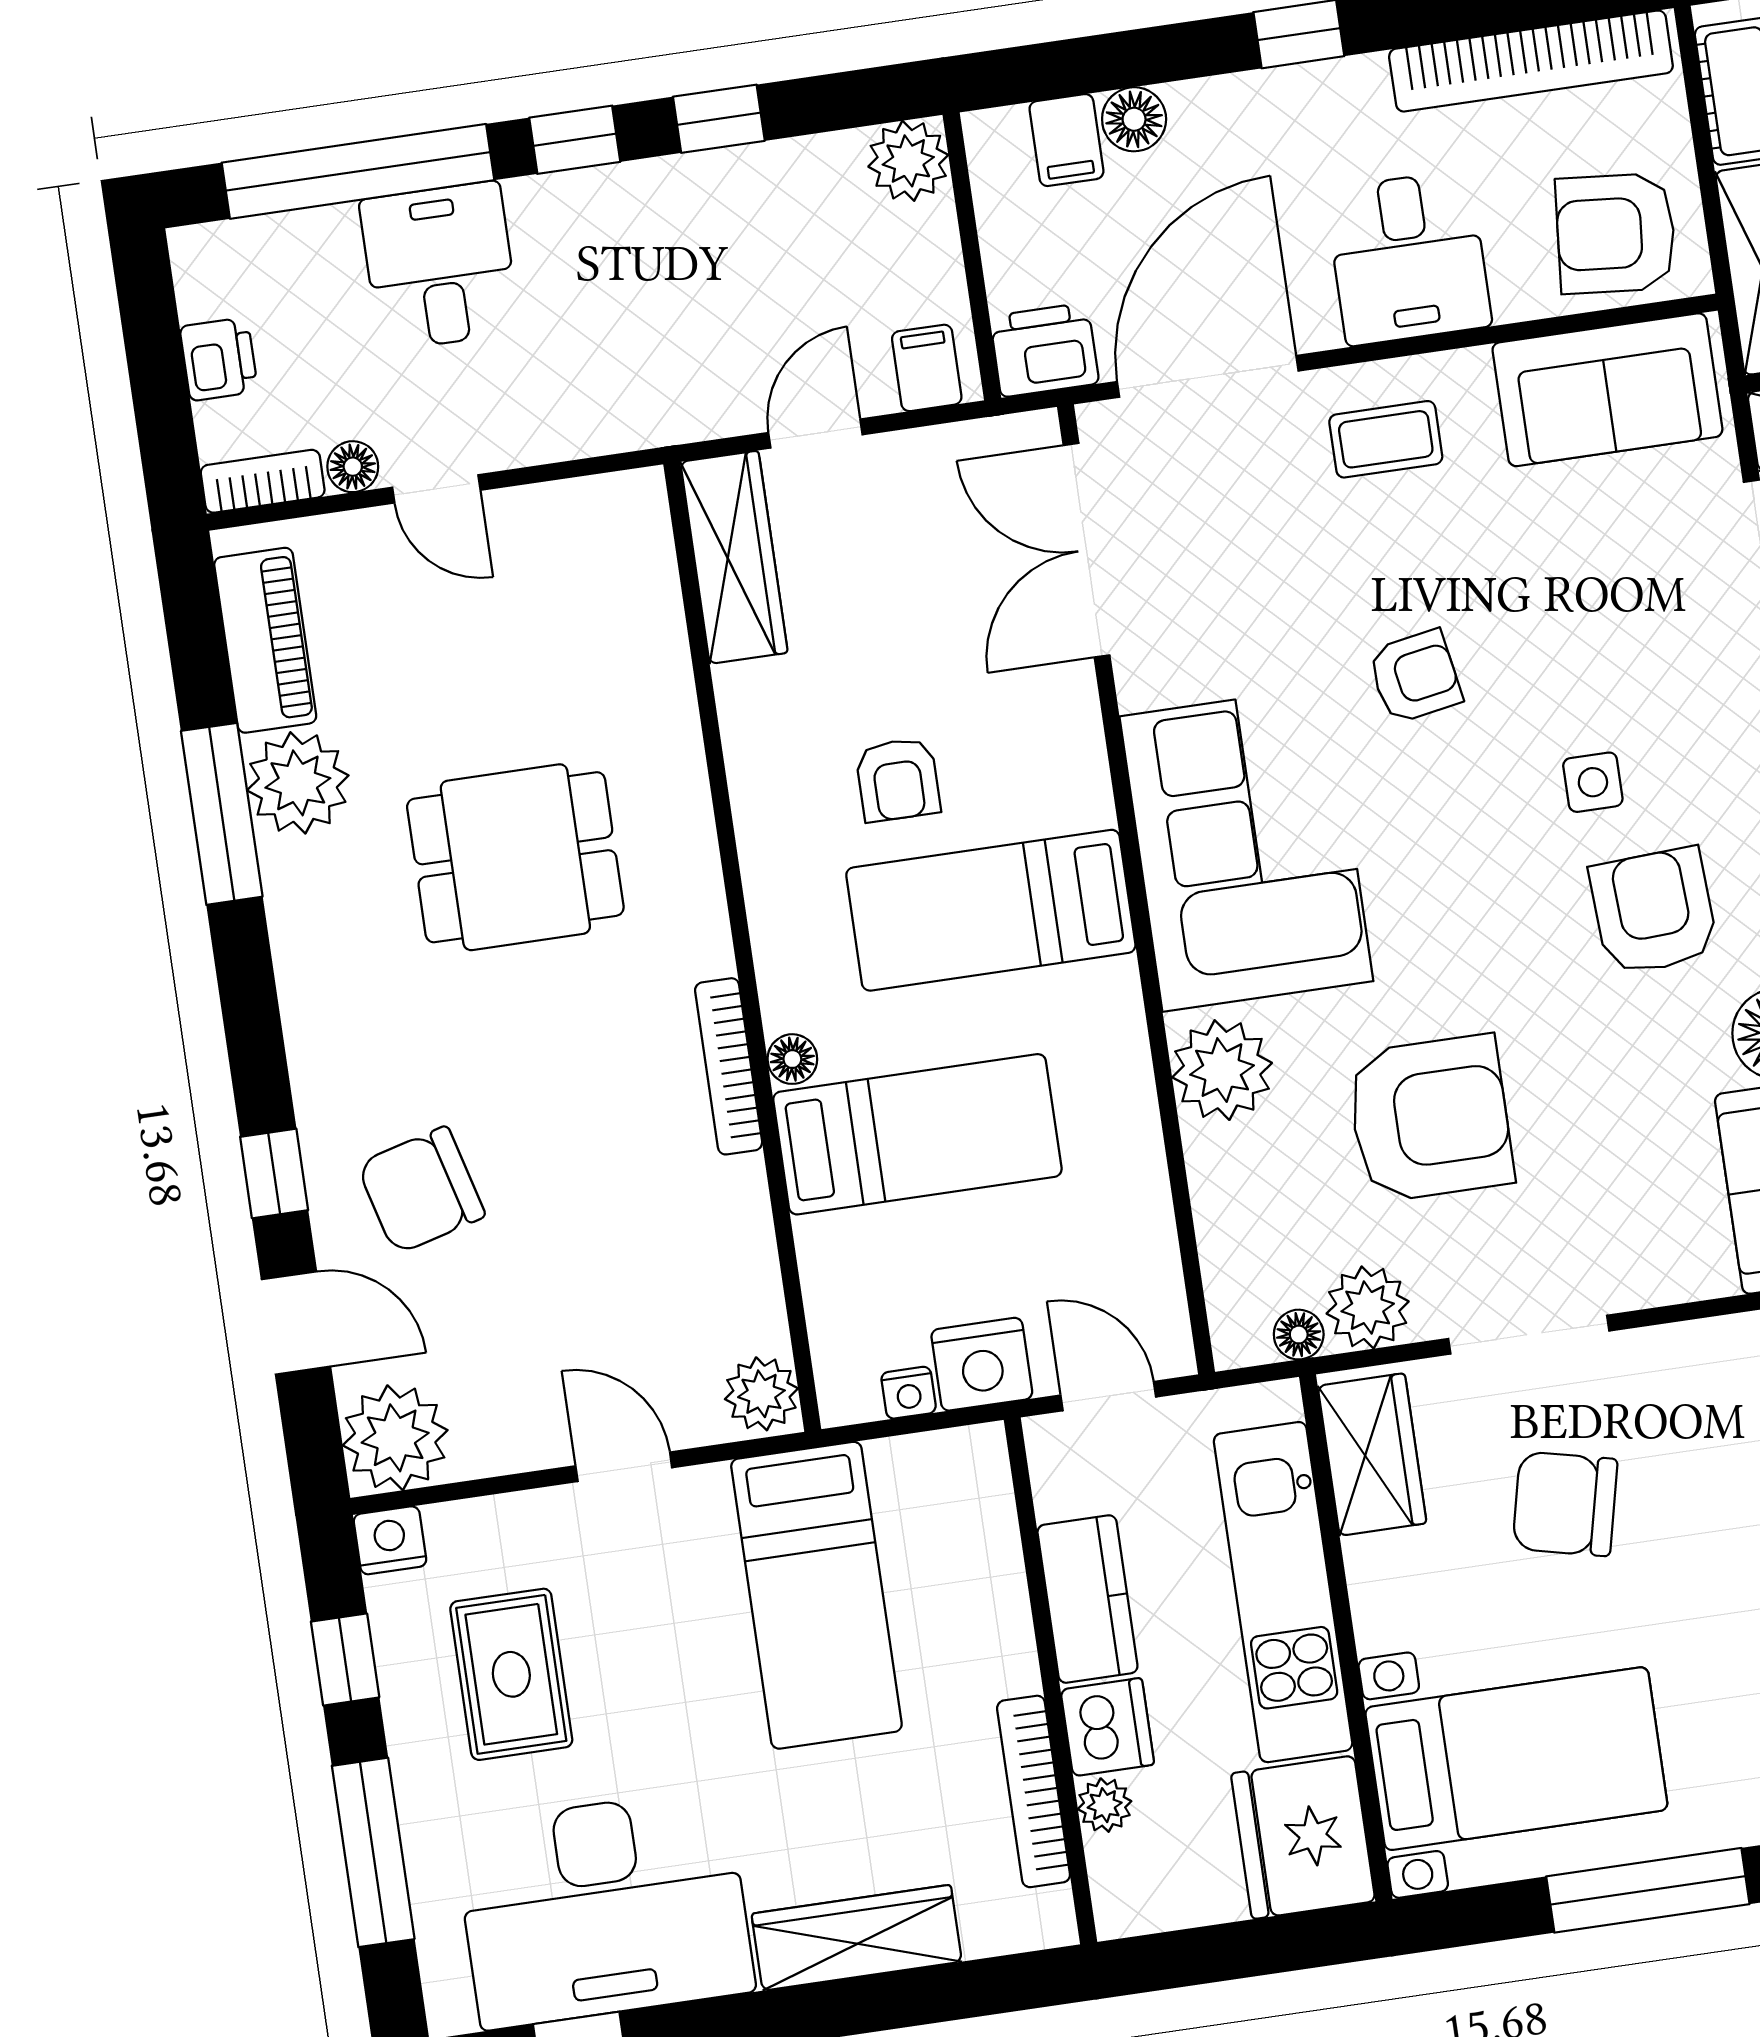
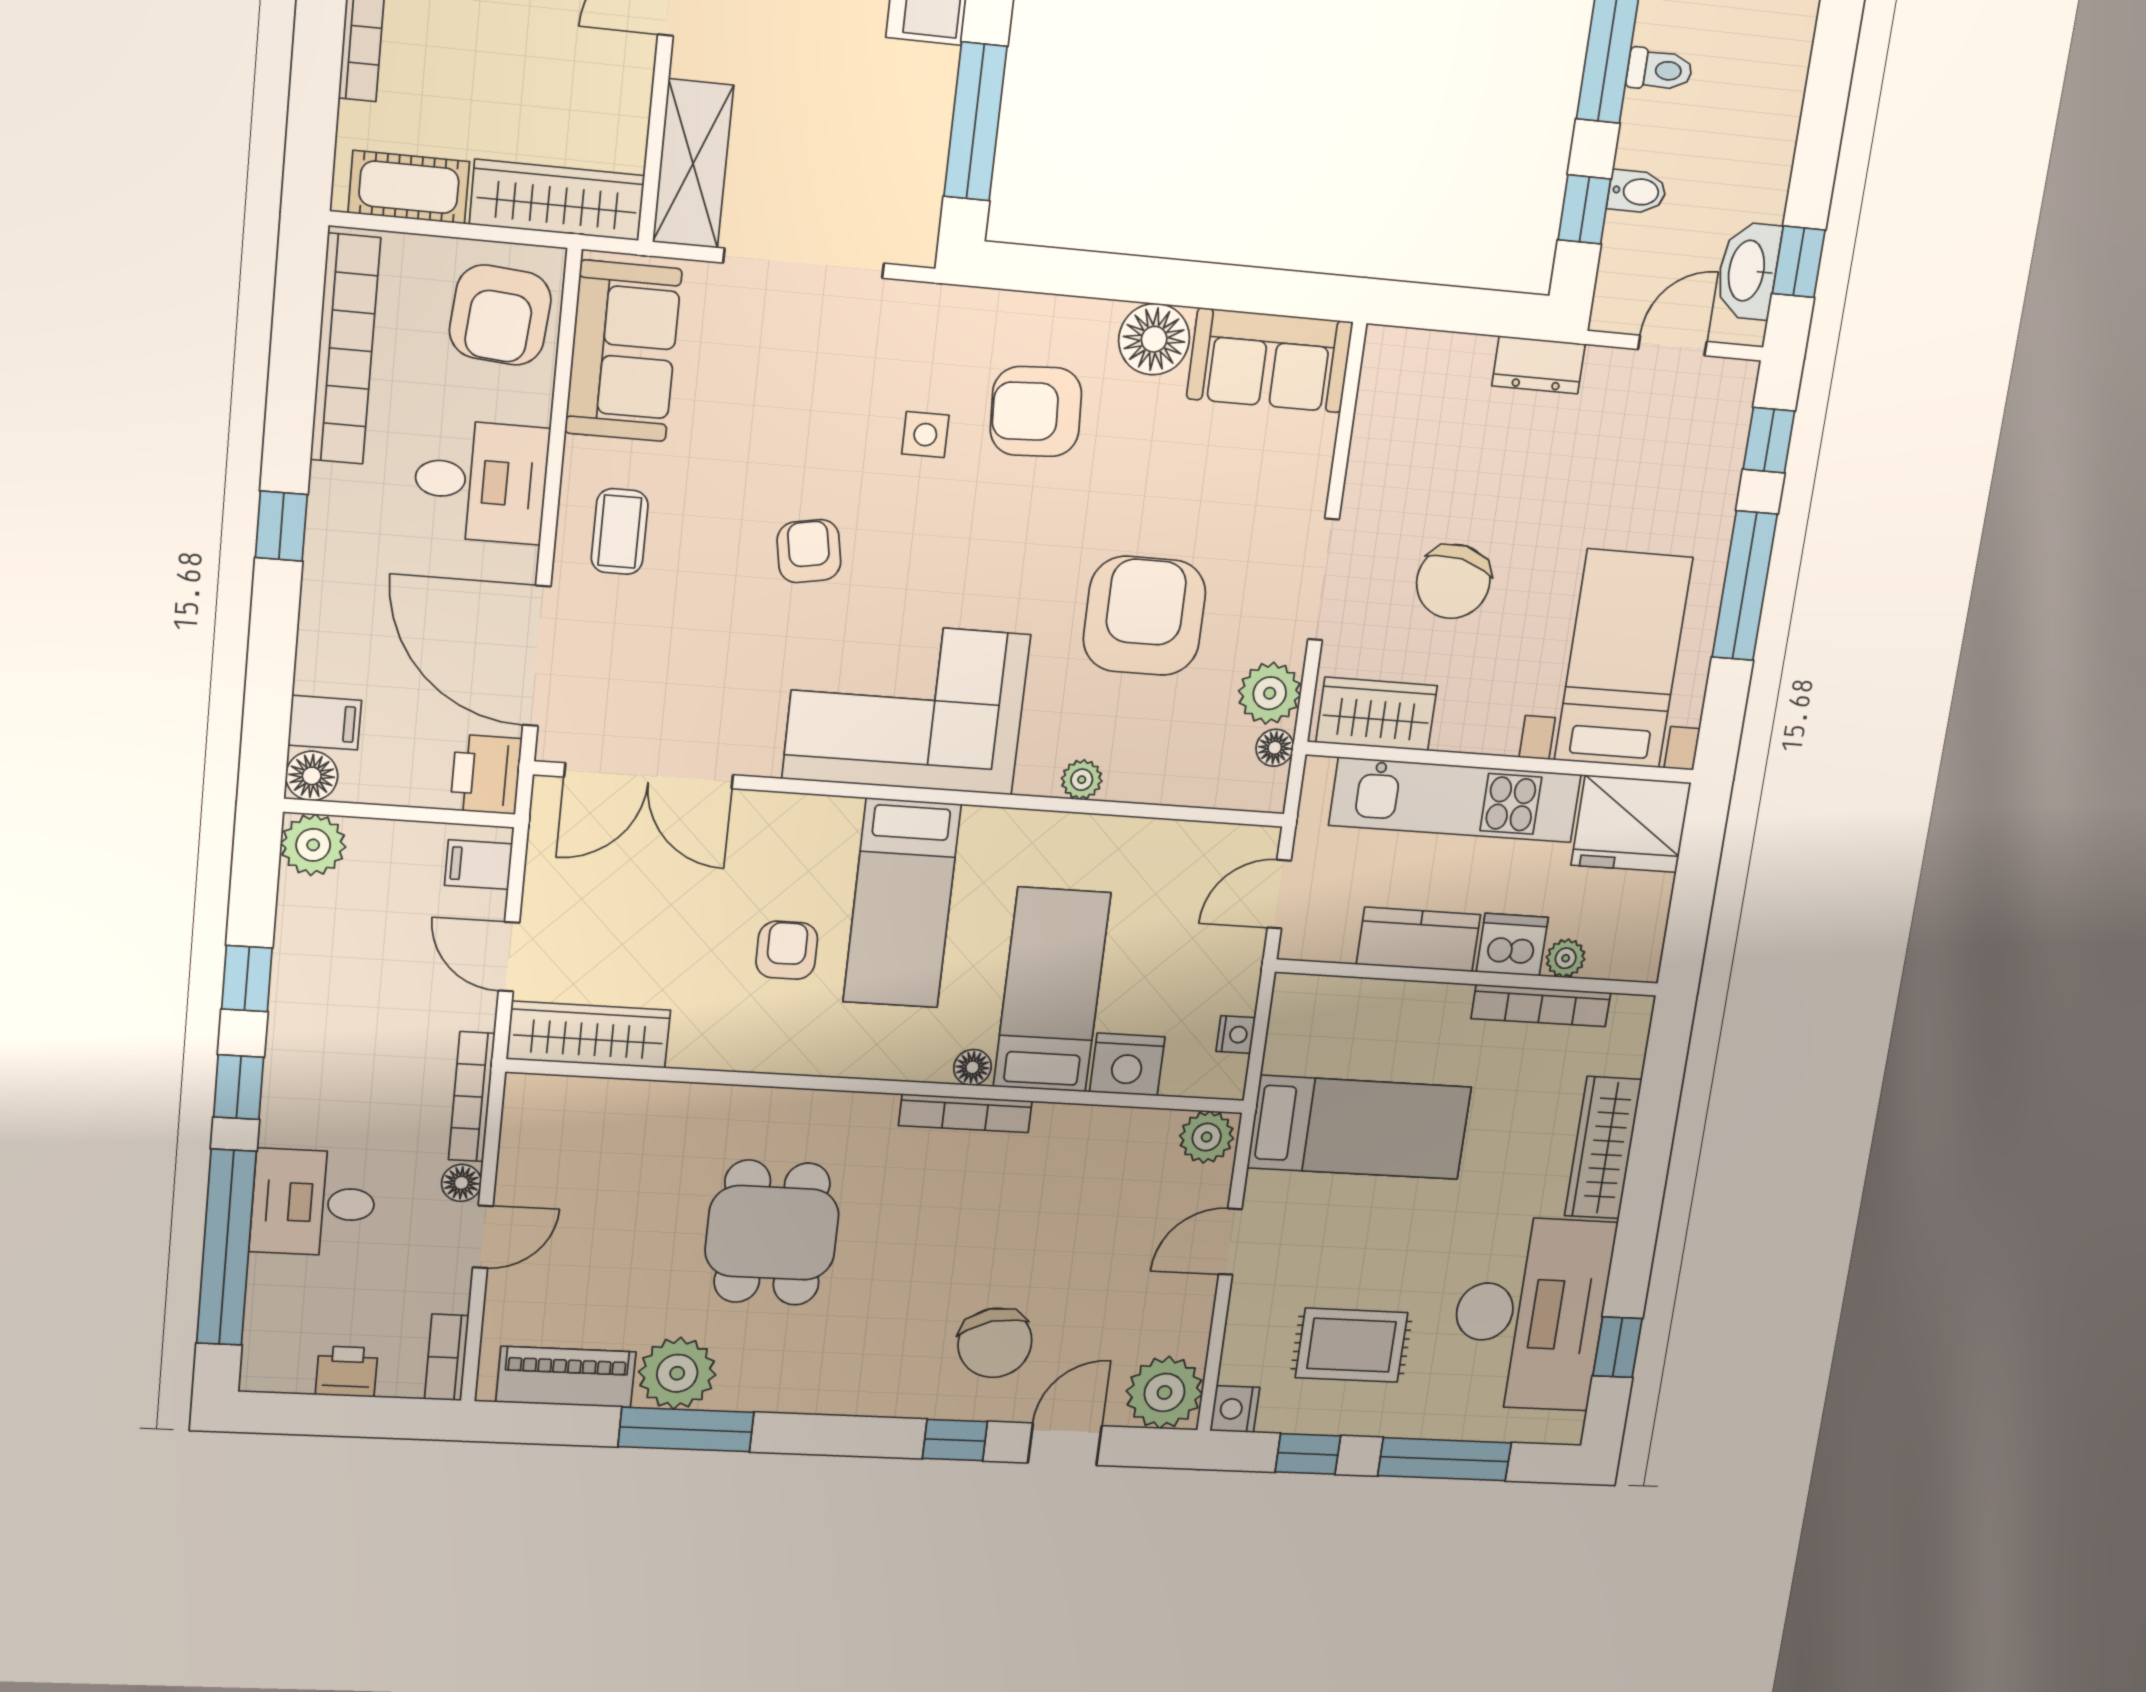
floor lamp: (1134, 119) -> (312, 776), moved
bookcase: (621, 431) -> (472, 1097), added
floor lamp: (353, 467) -> (461, 1183), moved
armchair: (898, 780) -> (787, 950), turned -90
plant: (1222, 1070) -> (1082, 780), width x0.53, depth x0.53
nightstand: (982, 1364) -> (1127, 1064), moved, turned 90

